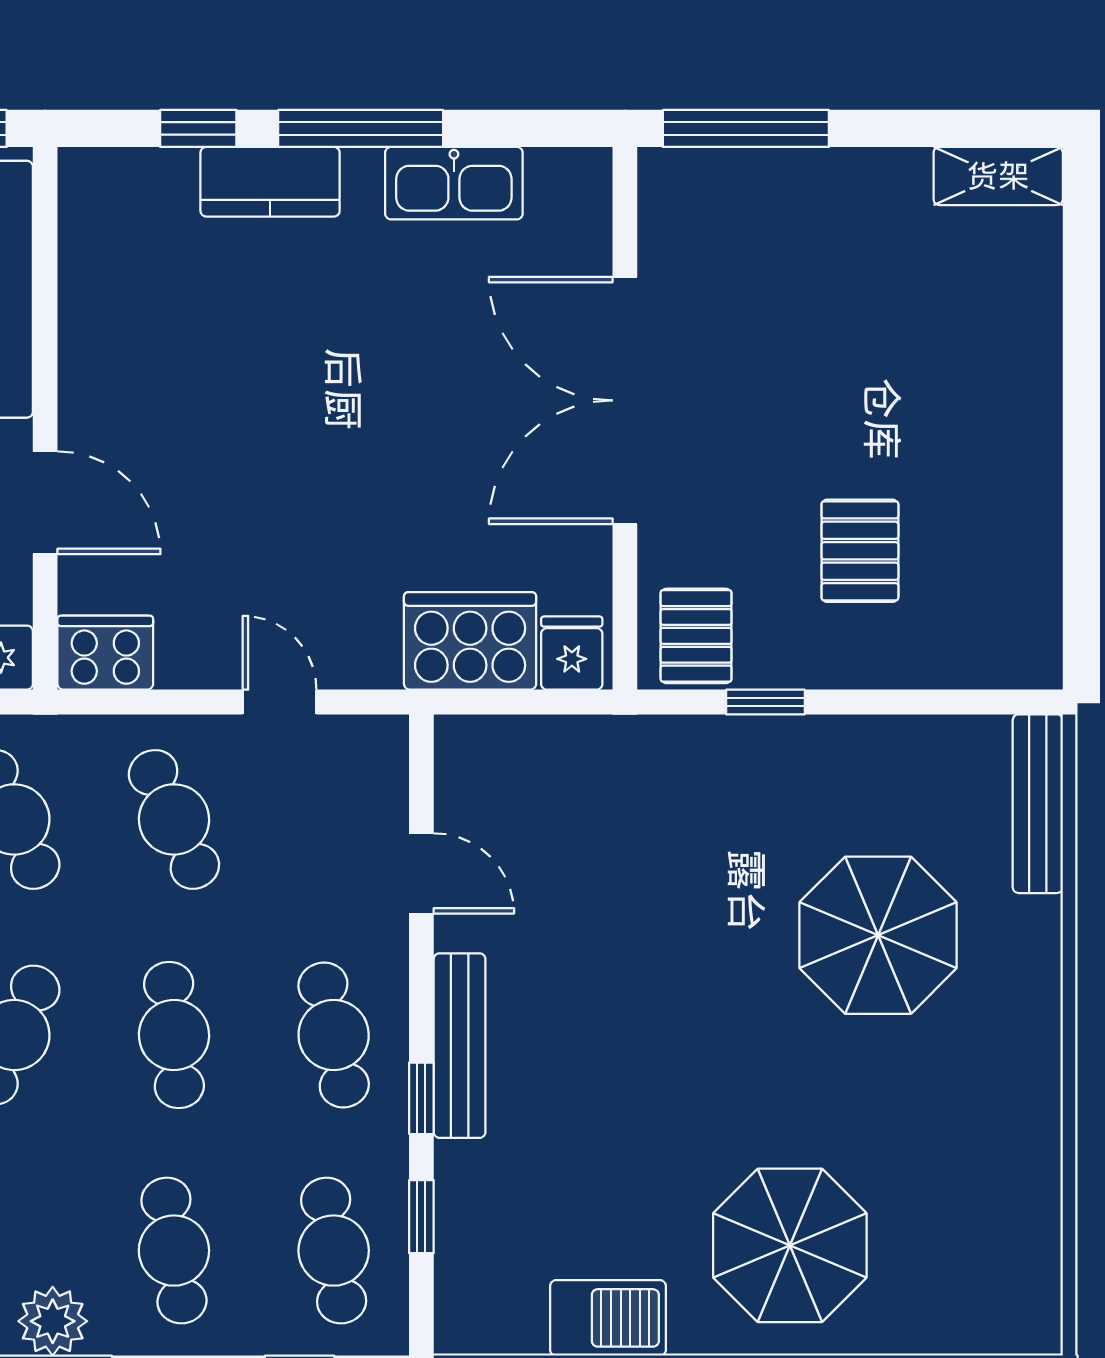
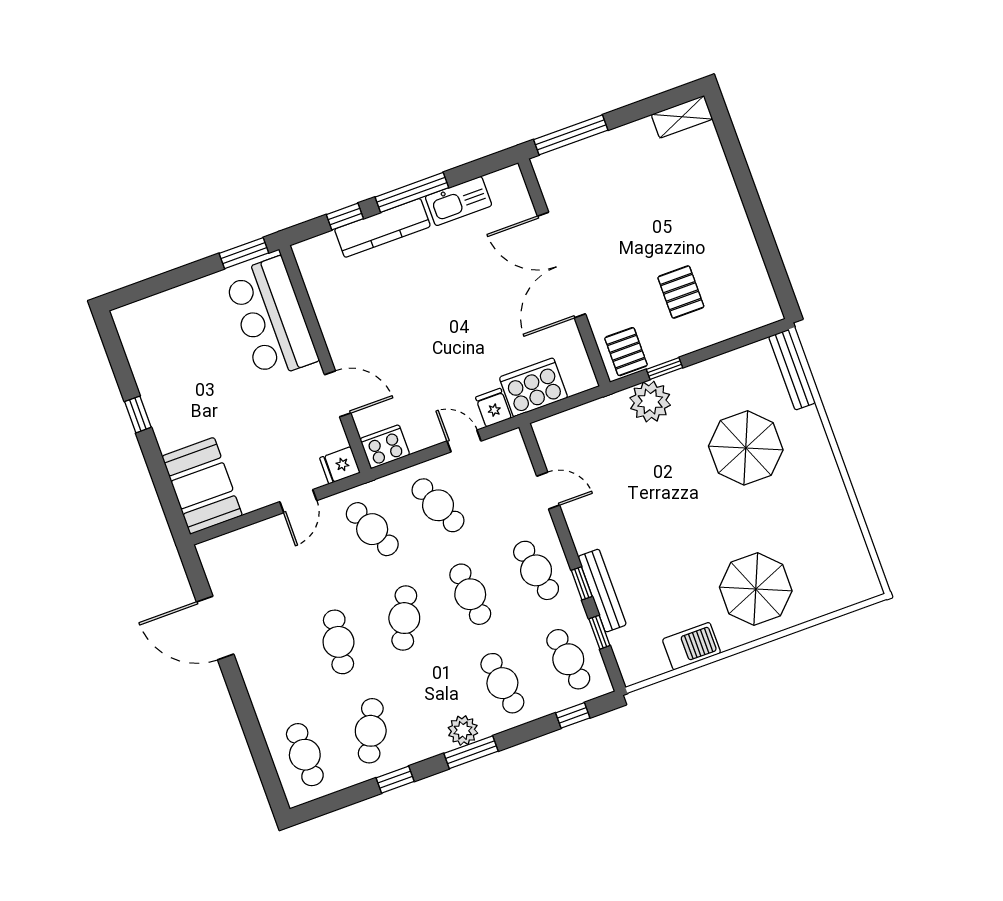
kitchen counter: (270, 182) -> (382, 228), width x1.50
fridge: (572, 653) -> (493, 408), moved
plant: (709, 762) -> (650, 402), added
bench: (460, 1046) -> (602, 591), moved

